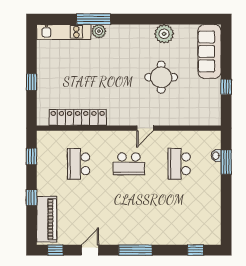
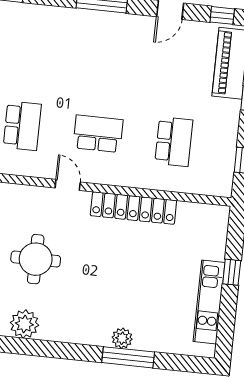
kitchen unit: (64, 32) -> (209, 302), moved, turned -90
locker: (78, 117) -> (133, 208), moved
door: (145, 128) -> (68, 185), hinge flipped

